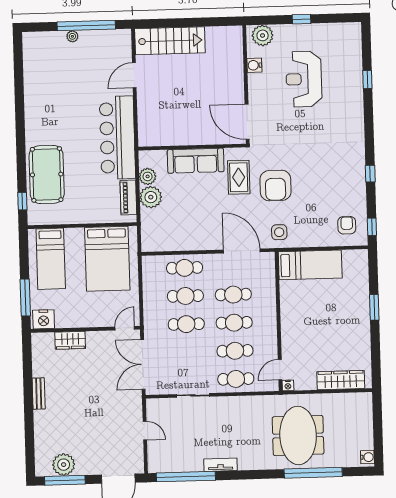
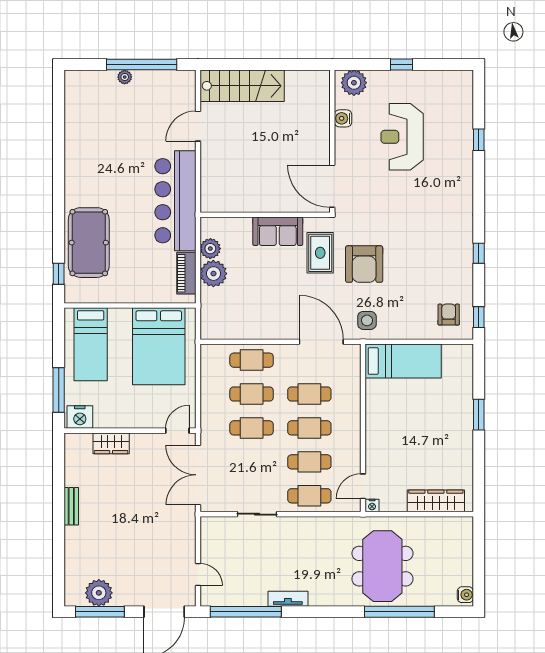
sofa: (196, 161) -> (278, 231), width x0.73
door: (145, 431) -> (198, 574), moved

